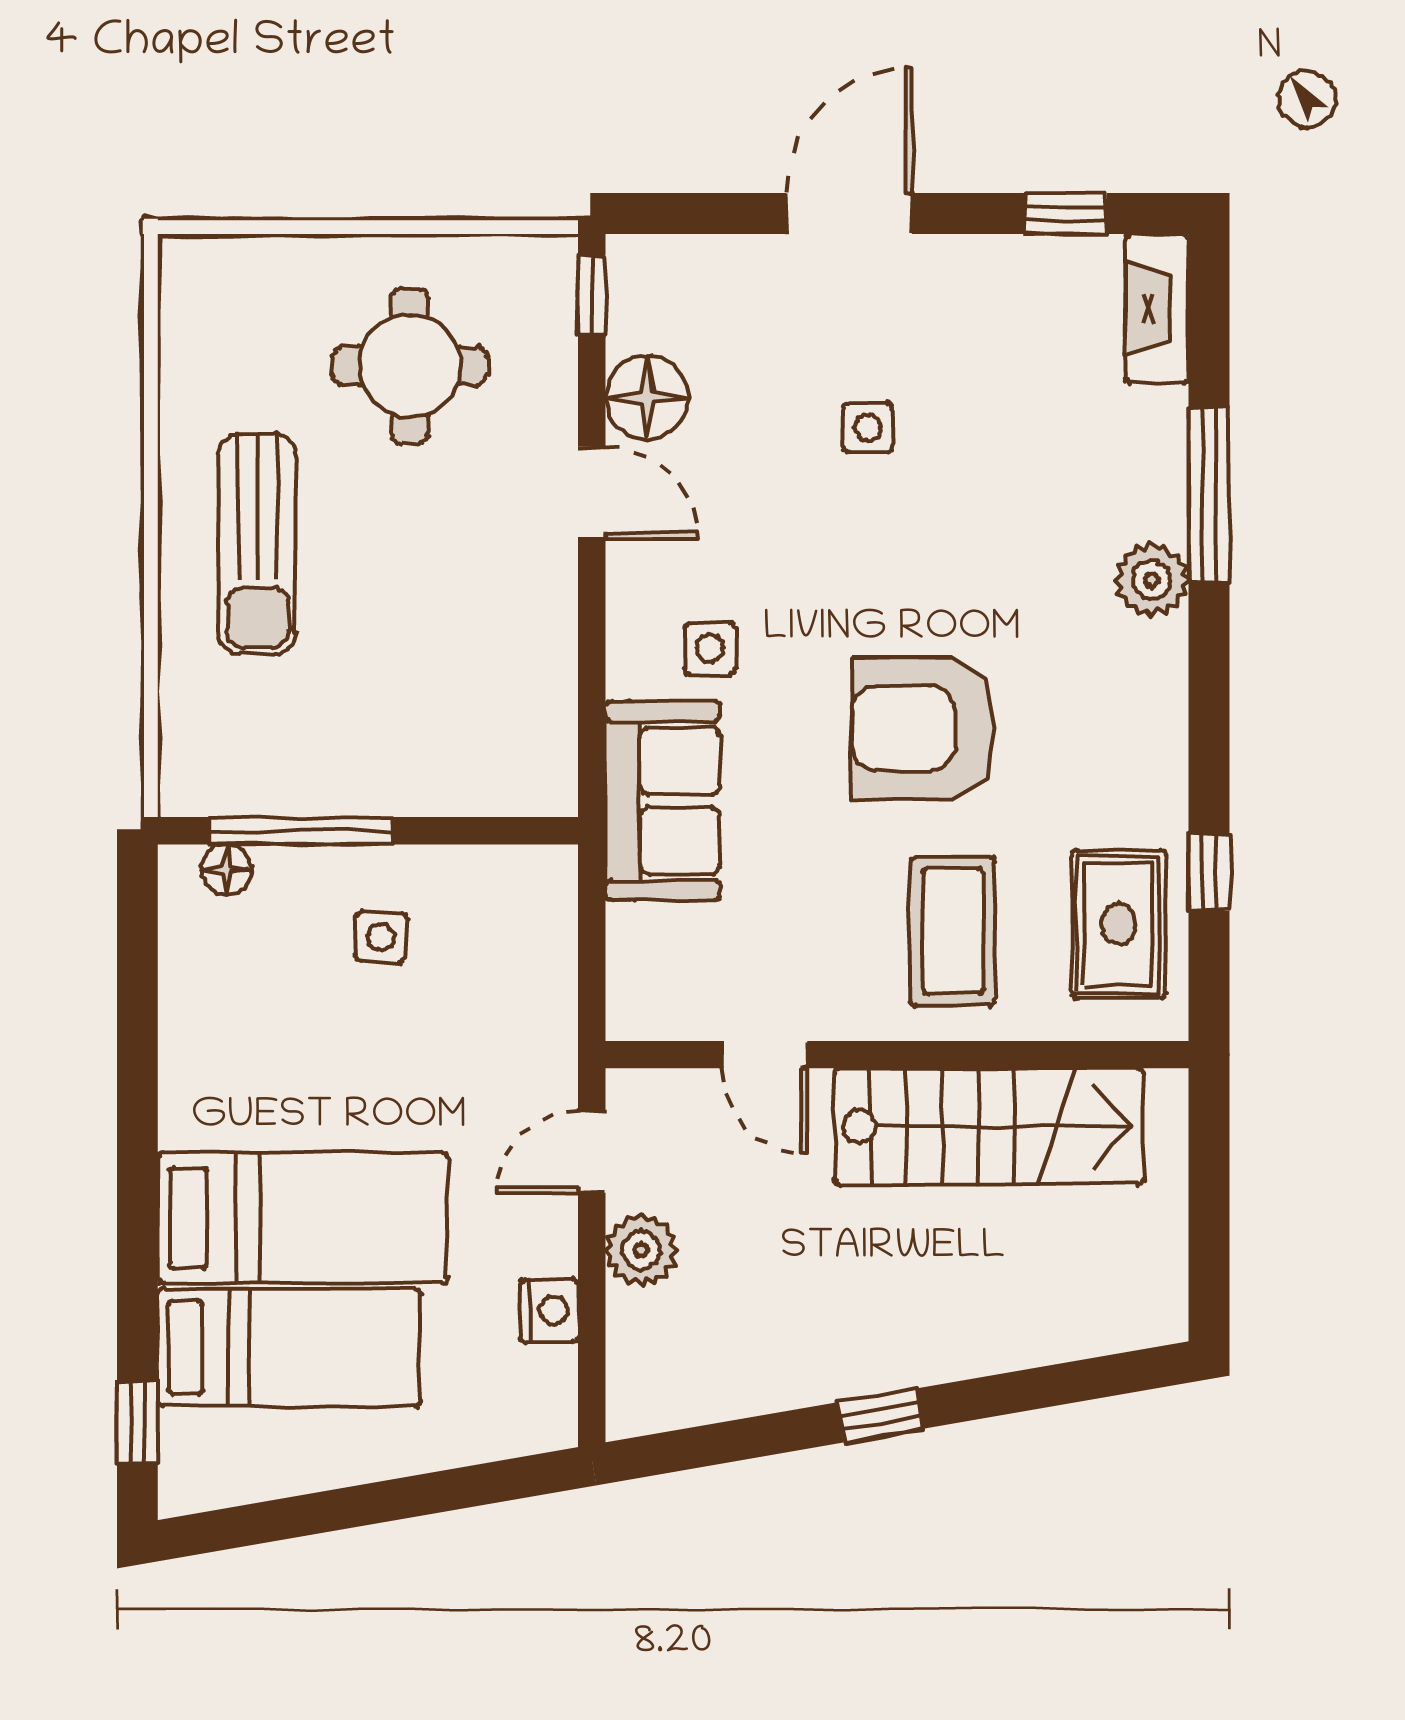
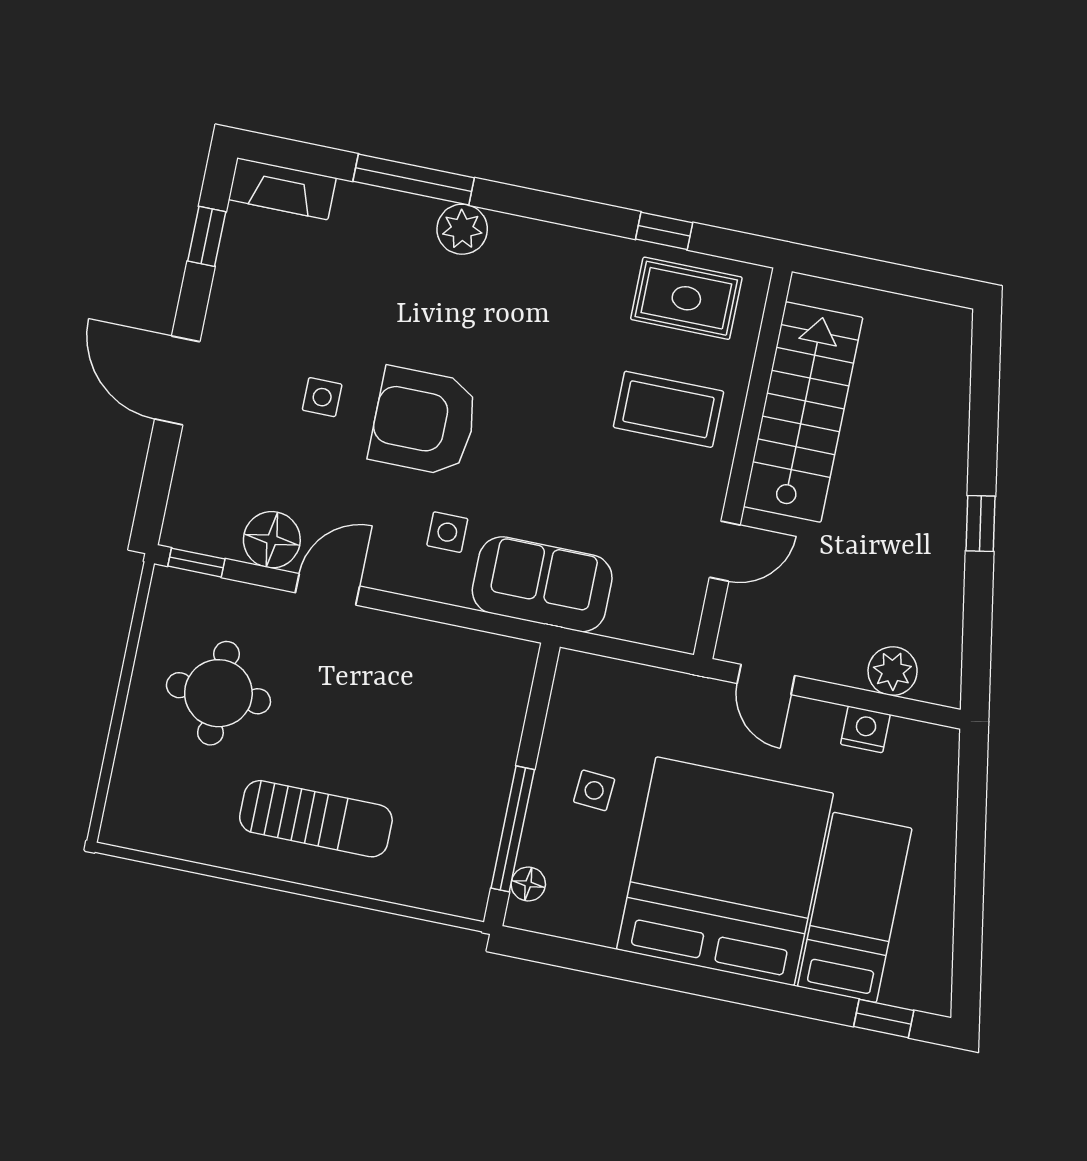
armchair: (923, 728) -> (424, 421), moved, turned 90
bed: (303, 1218) -> (725, 871), width x2.04
plant: (641, 1250) -> (893, 671), moved

